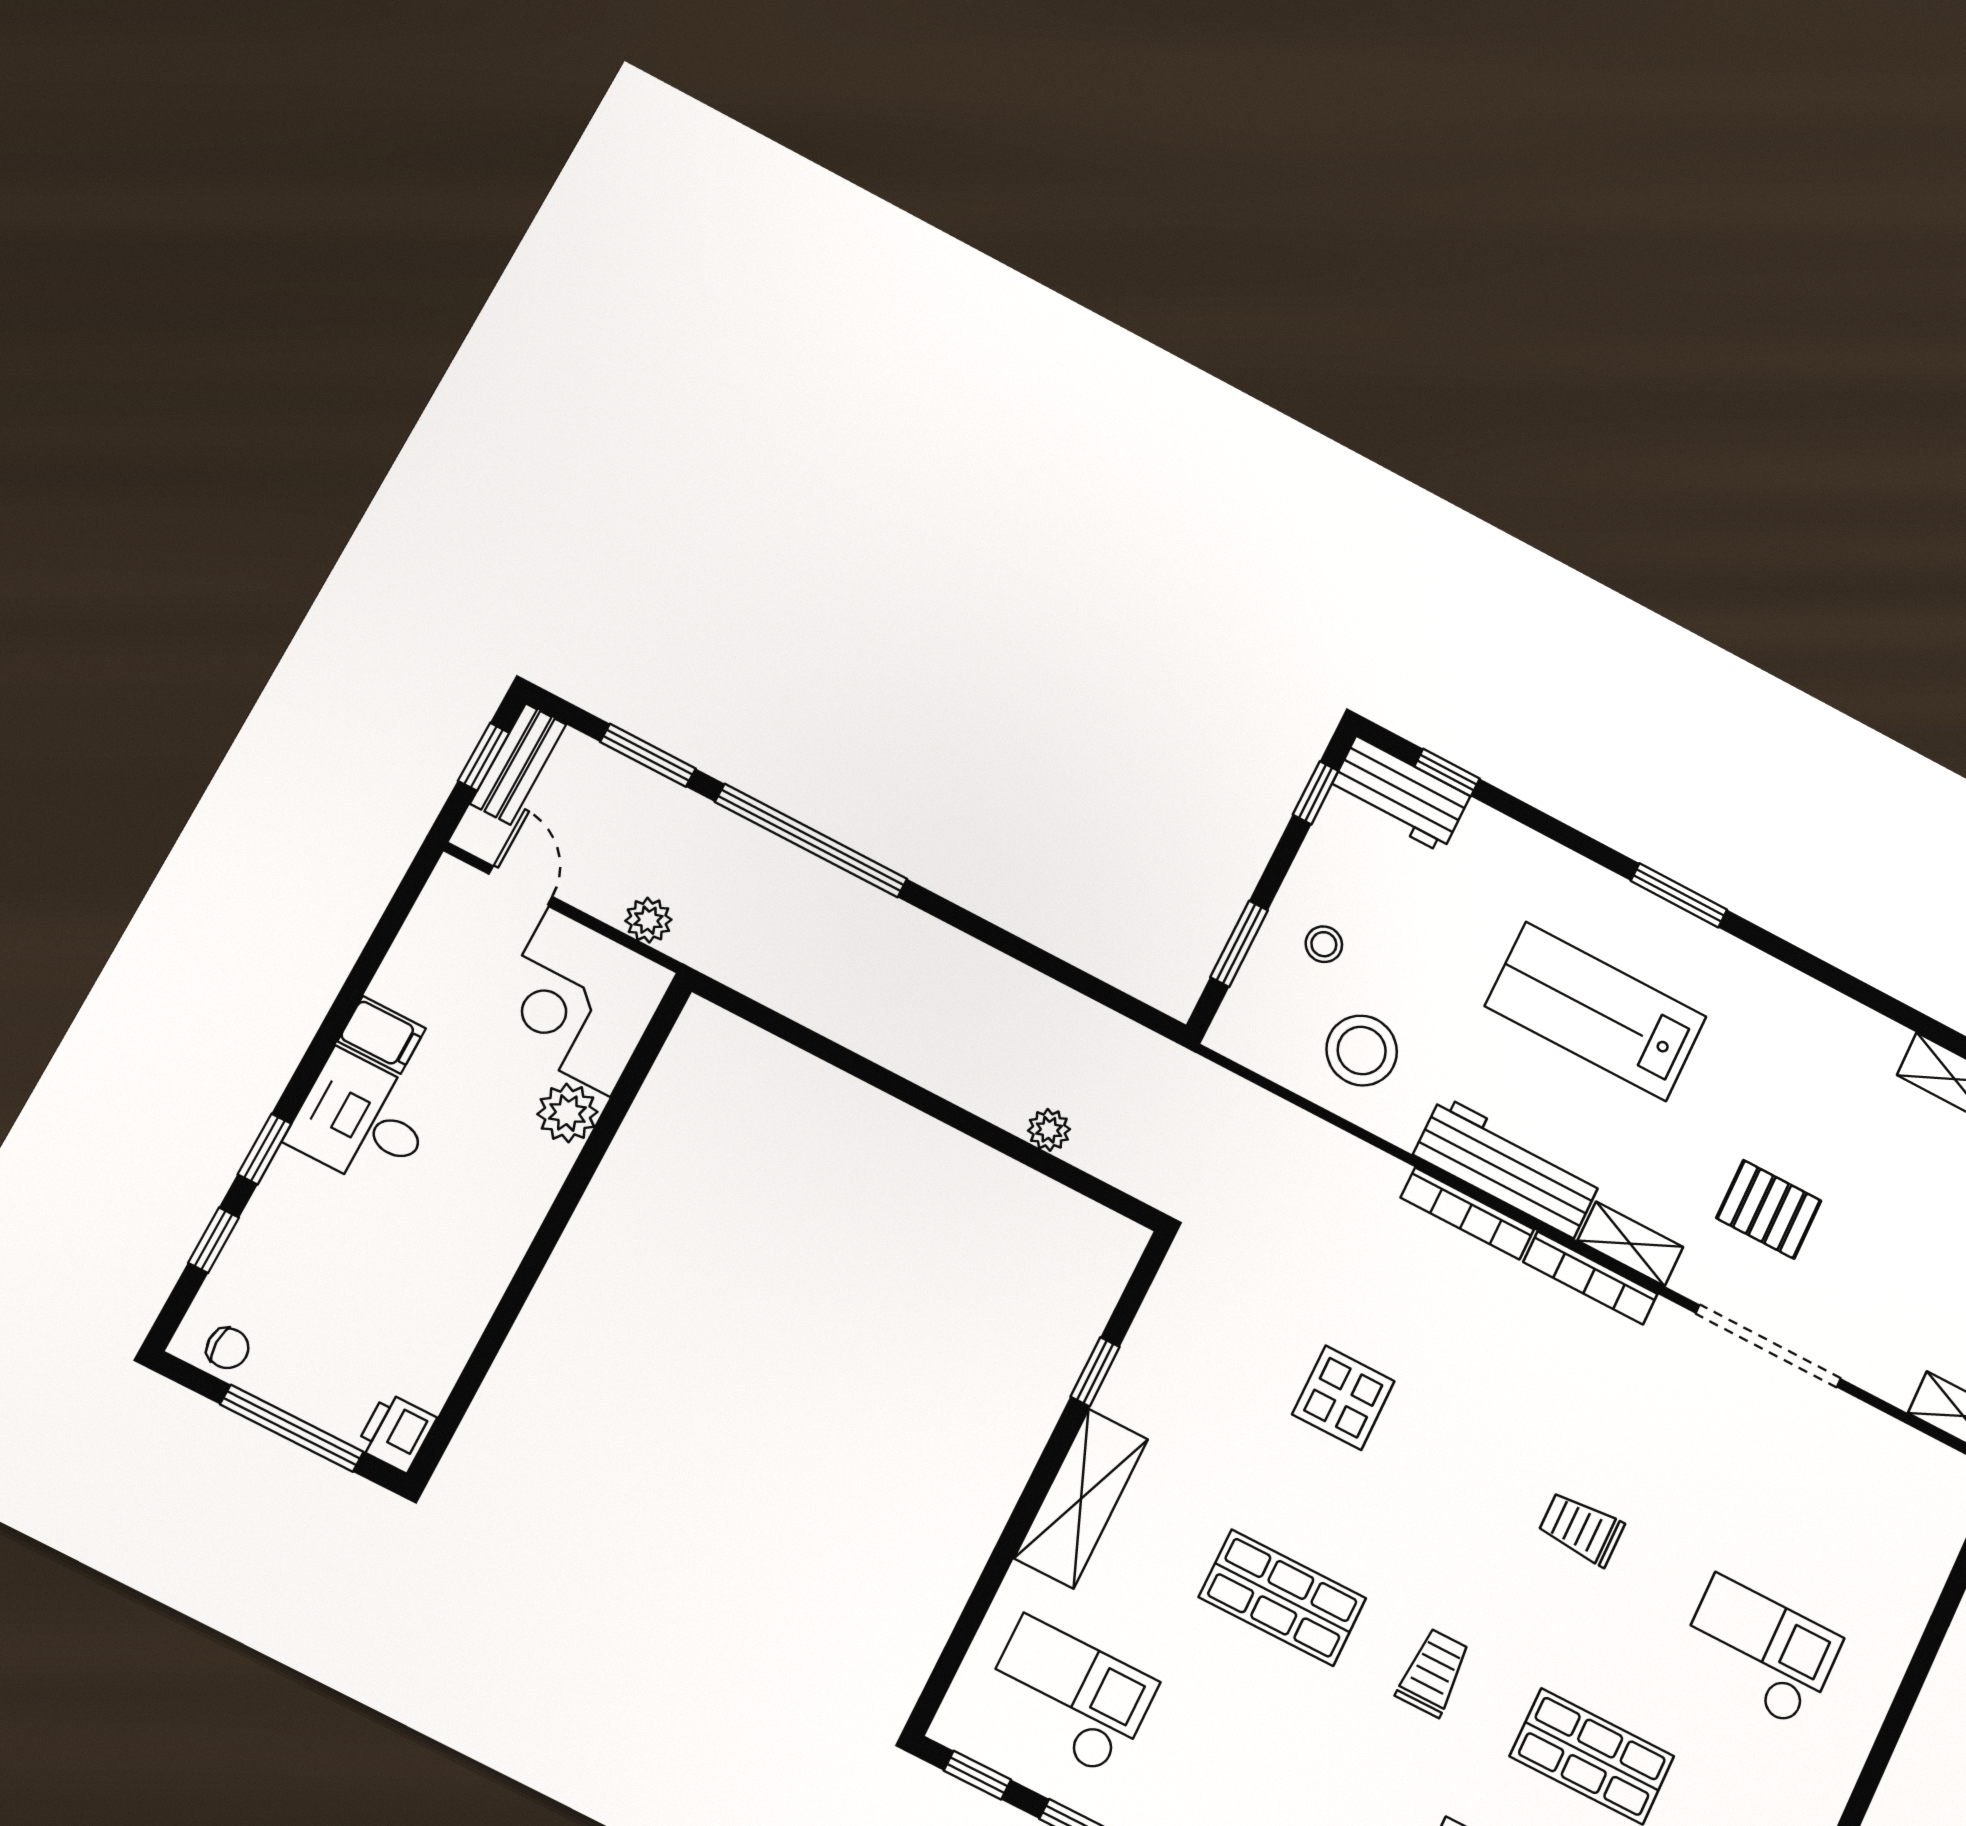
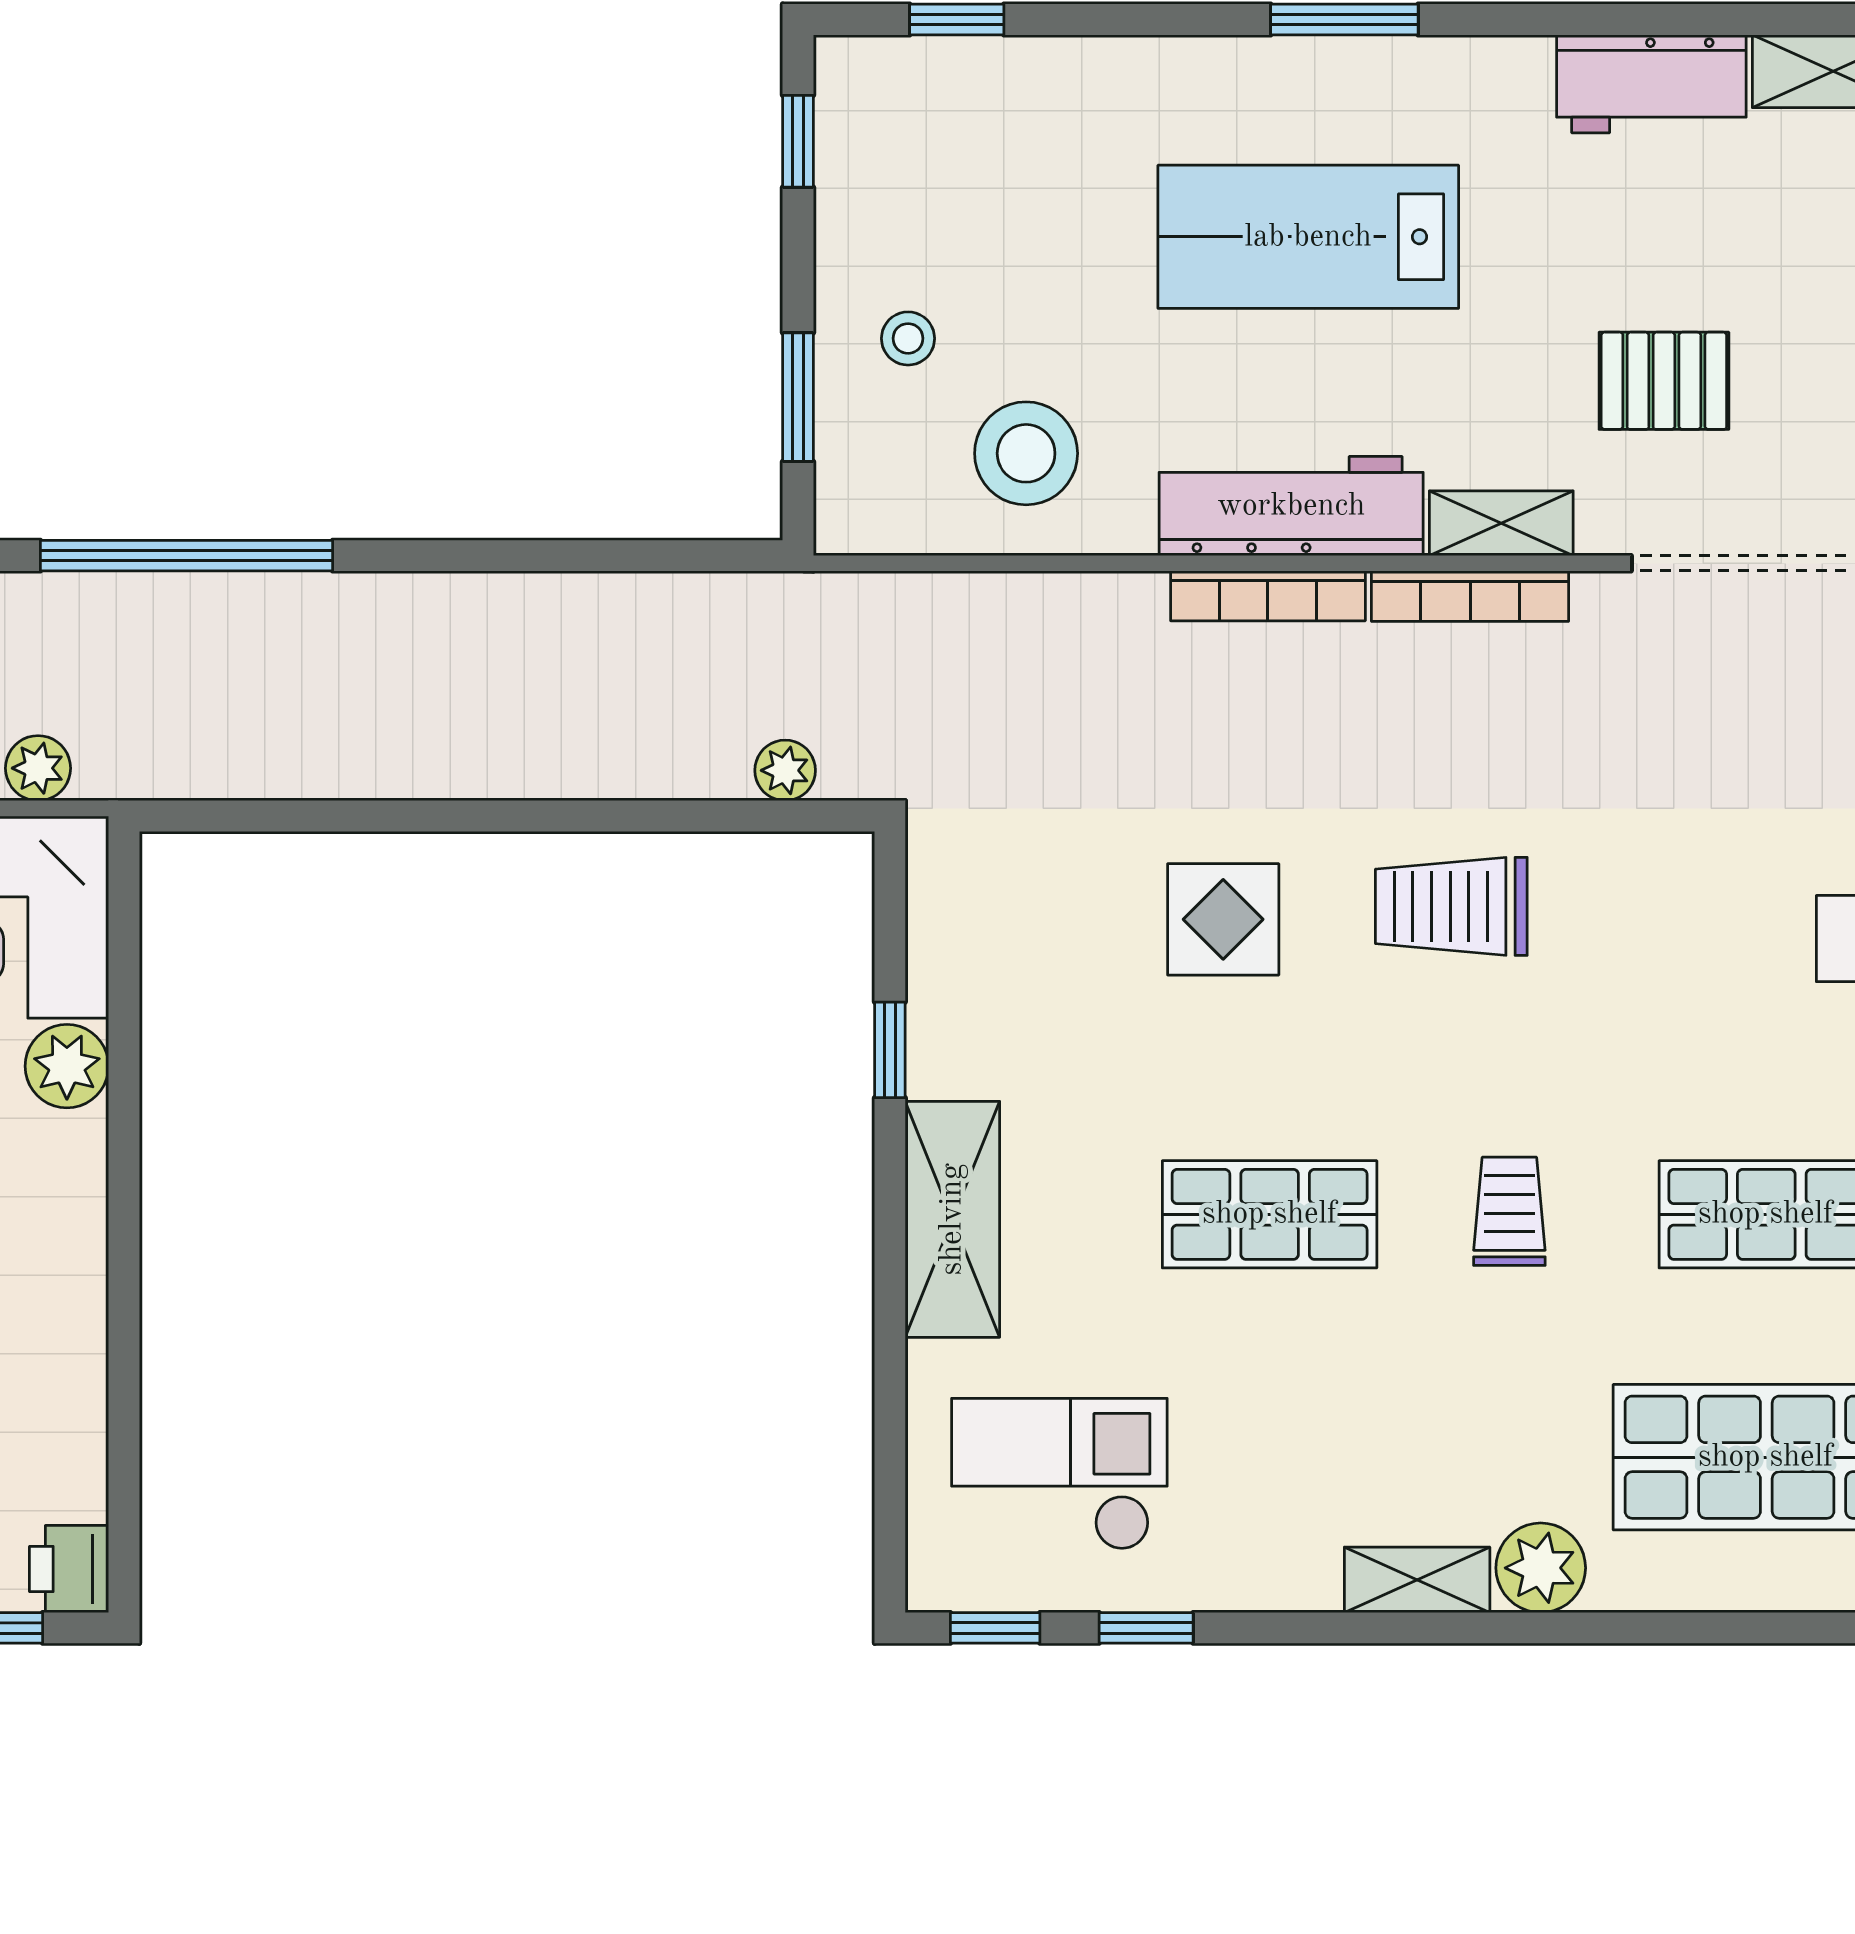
workbench: (1399, 794) -> (1651, 84), moved
plant: (1049, 1130) -> (785, 770), moved
trolley: (1581, 1529) -> (1451, 906), moved, width x1.36, depth x1.39

